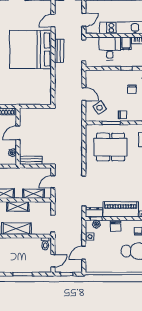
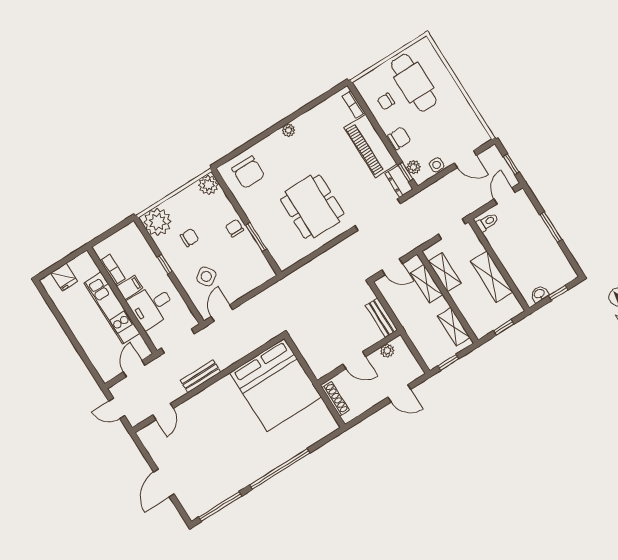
door: (84, 20) -> (134, 369), hinge flipped
door: (53, 21) -> (163, 412), hinge flipped
bed: (31, 50) -> (276, 385), moved
door: (84, 94) -> (222, 313), moved
side table: (100, 108) -> (206, 276), moved
dining table: (111, 147) -> (312, 207), moved
shelving: (18, 206) -> (445, 272), moved
door: (53, 261) -> (504, 196), hinge flipped

